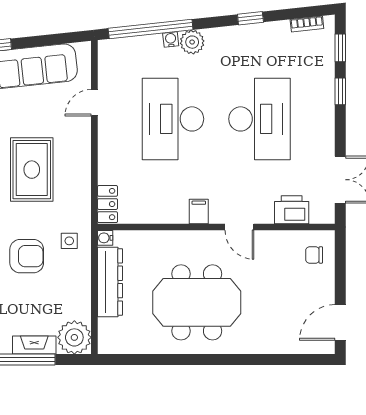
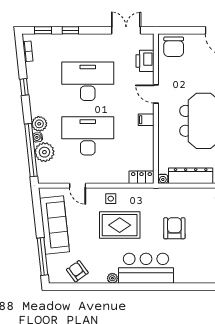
plant: (147, 50) -> (44, 152), added
desk: (173, 119) -> (88, 136), turned 180
door: (239, 227) -> (156, 94), swing flipped
side table: (69, 241) -> (111, 199), moved
chair: (314, 255) -> (174, 47), width x1.87, depth x1.87

